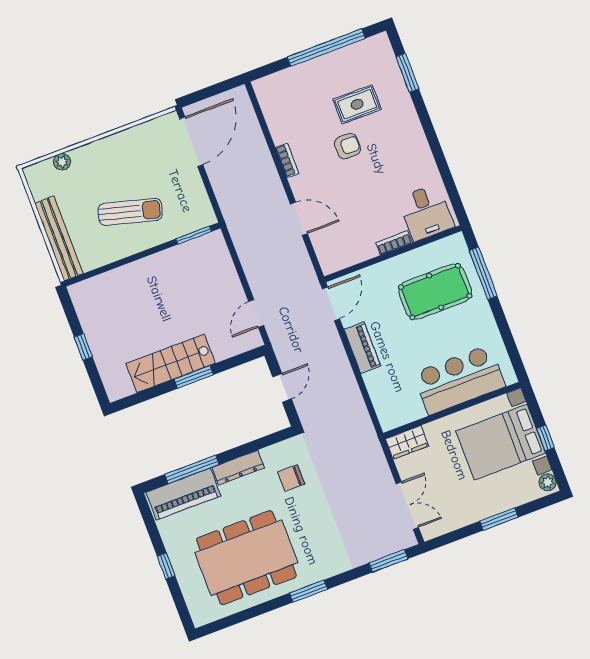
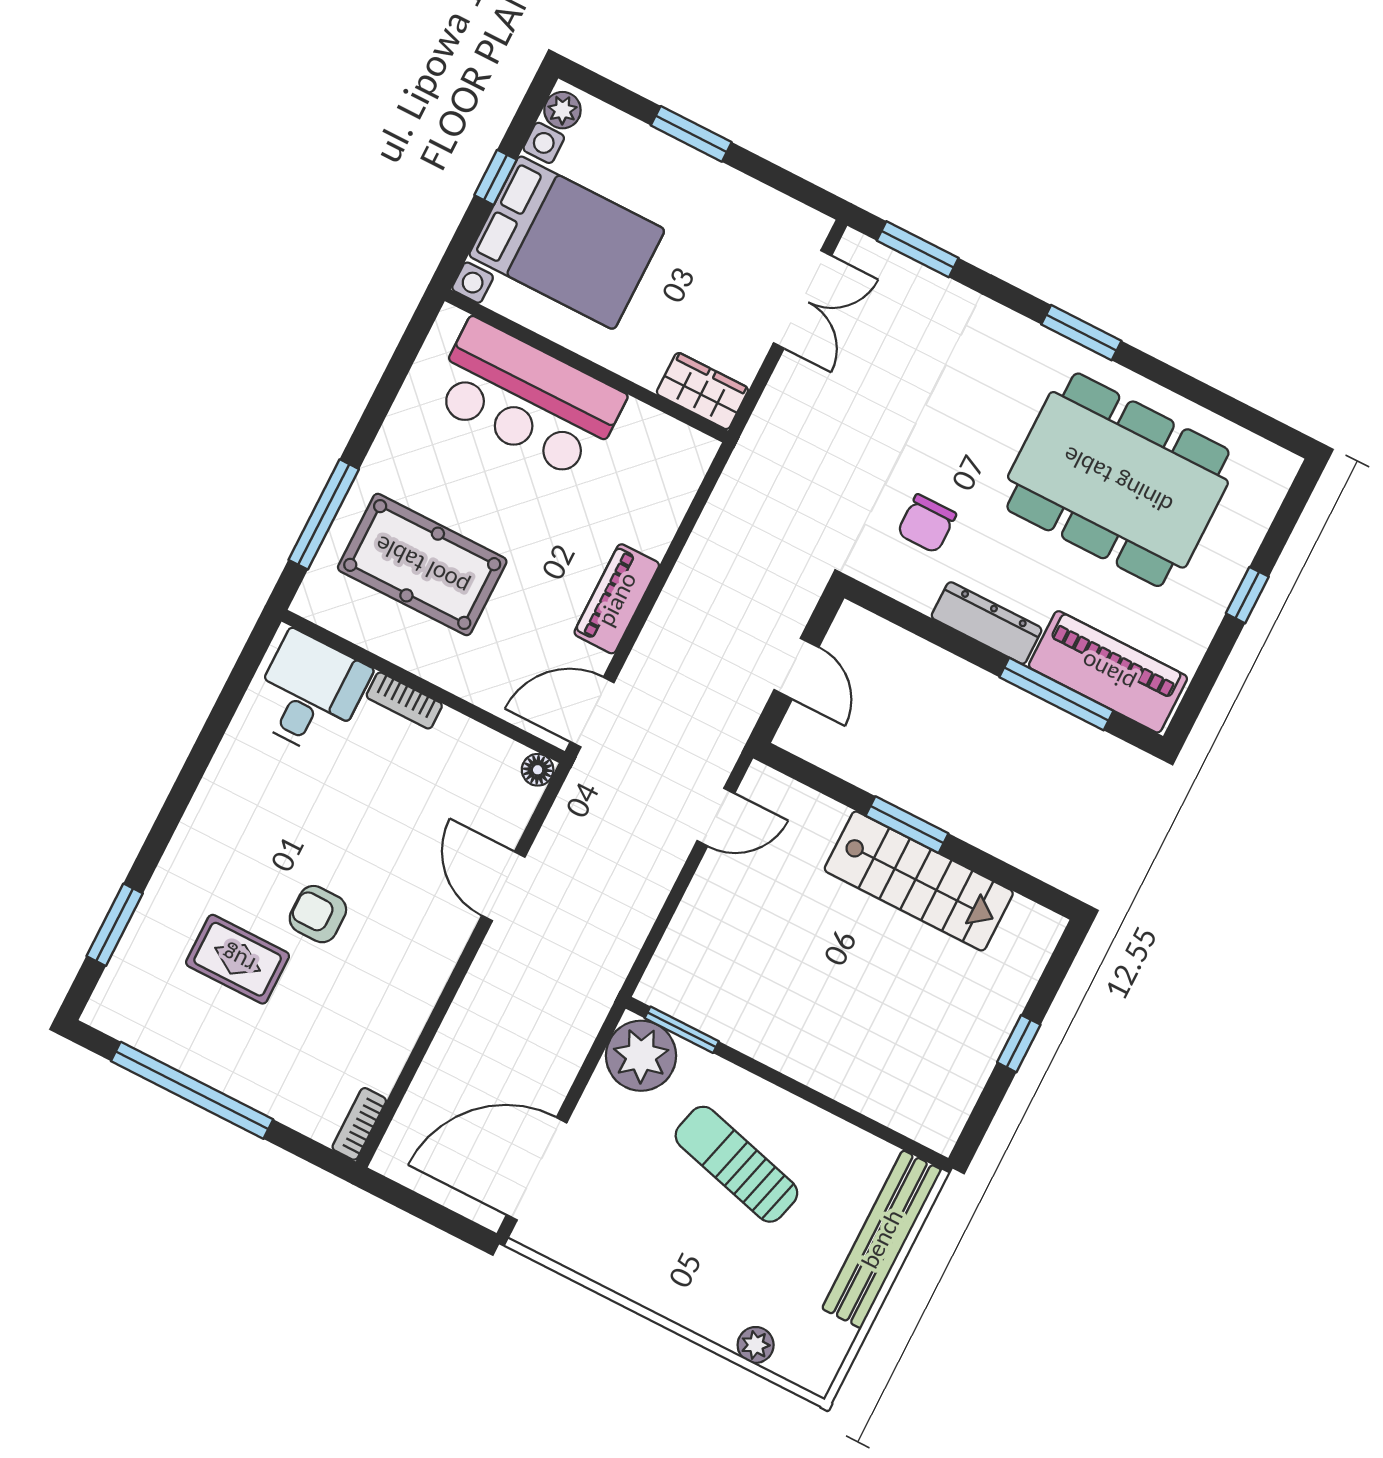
bookcase: (287, 160) -> (359, 1124), moved
plant: (197, 213) -> (641, 1056), added
floor lamp: (328, 267) -> (538, 770), added
door: (282, 388) -> (796, 669), swing flipped
chair: (291, 478) -> (927, 524), turned 90
double door: (407, 506) -> (802, 299), swing flipped

